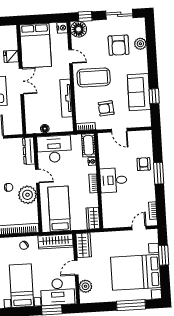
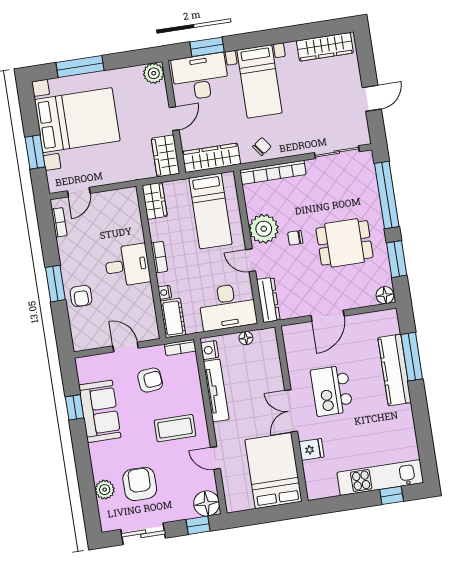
nightstand: (62, 28) -> (210, 350), moved
coffee table: (94, 77) -> (175, 428), width x0.73, depth x0.76
plant: (85, 286) -> (154, 73), moved

